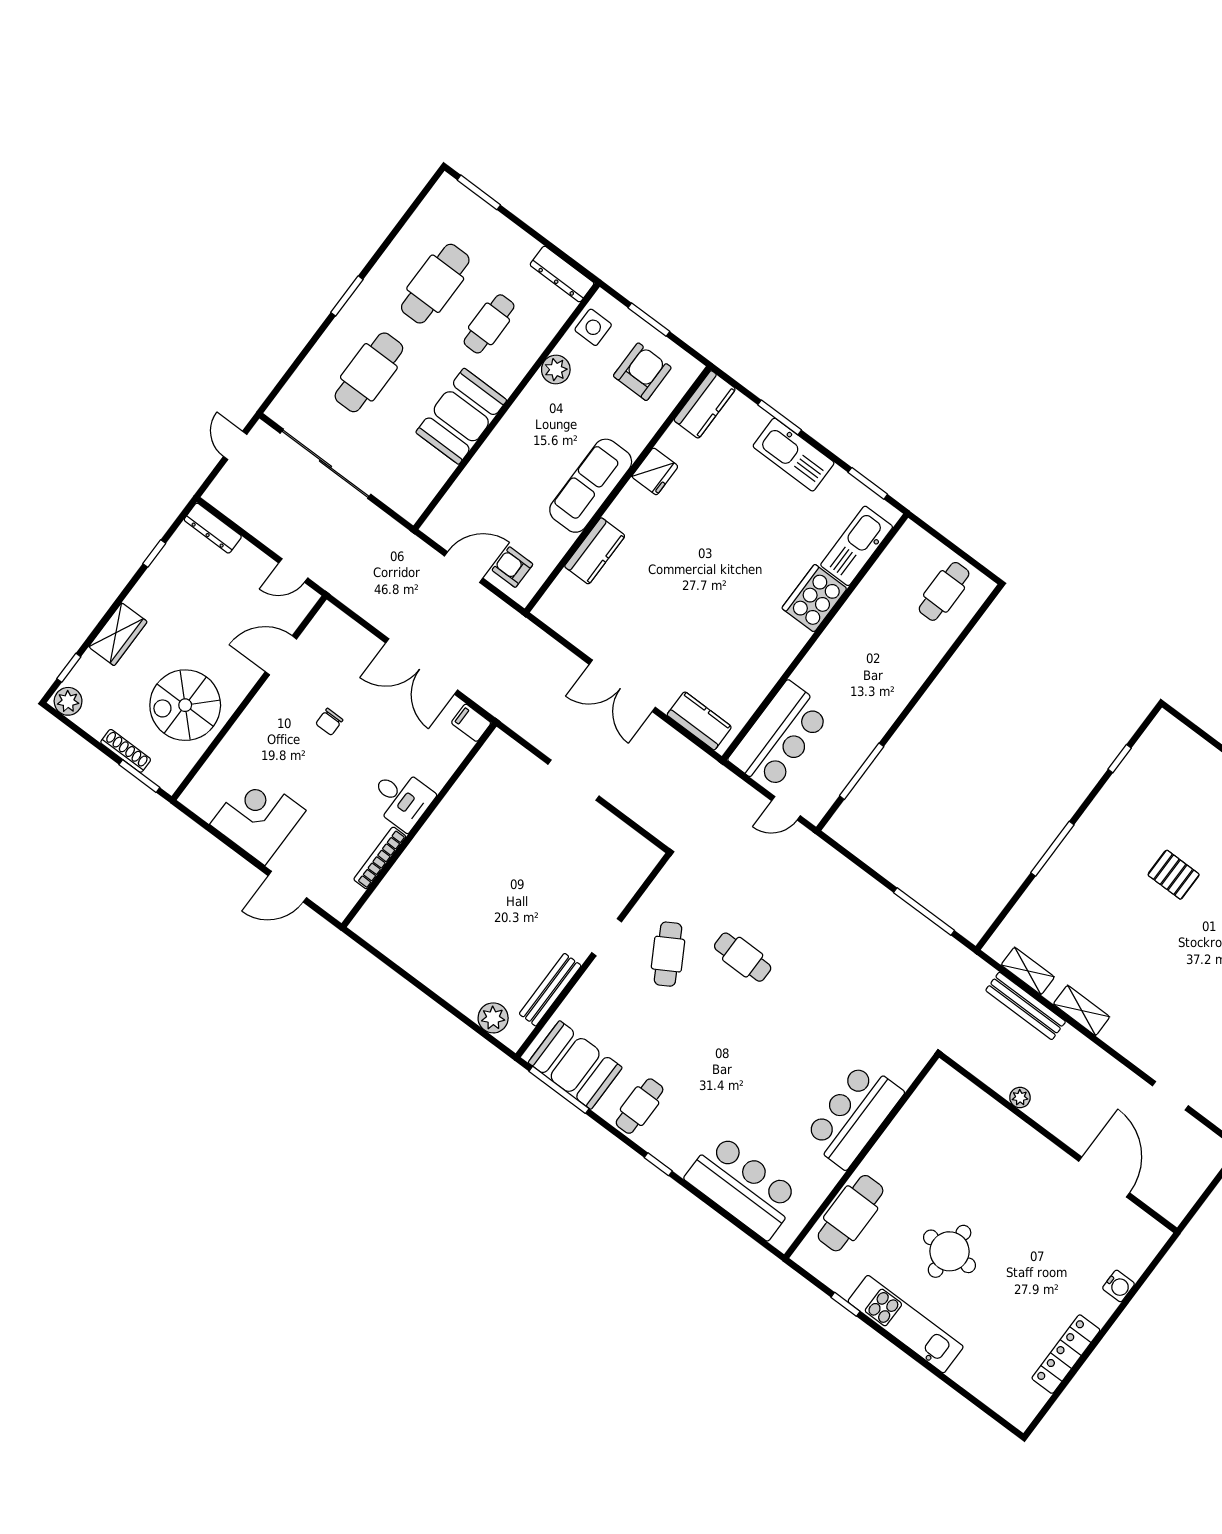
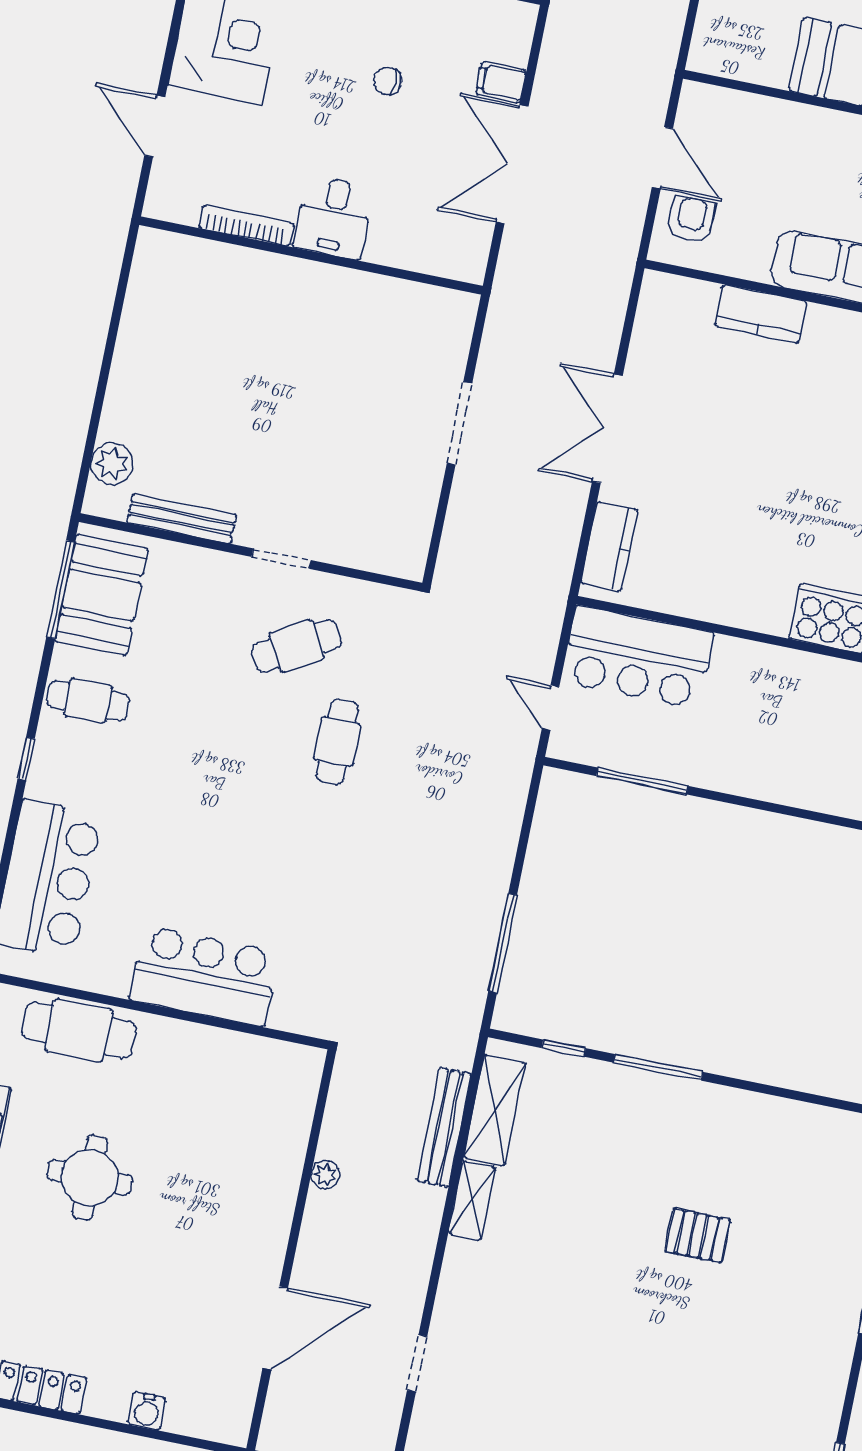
filing cabinet: (471, 723) -> (501, 82), moved, turned -90
window: (1120, 759) -> (564, 1048), moved
pallet: (1174, 875) -> (698, 1236), turned 90
shelving: (1028, 971) -> (495, 1110), width x1.50, depth x1.33

